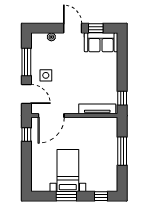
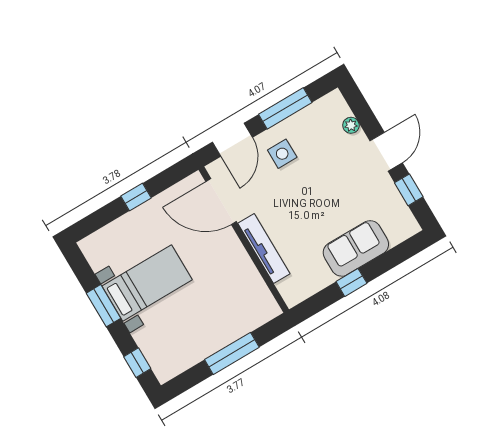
sofa: (101, 42) -> (356, 248), moved, turned 90
window: (122, 98) -> (351, 282), moved
tv unit: (97, 109) -> (264, 249), moved
window: (26, 134) -> (136, 197), moved

